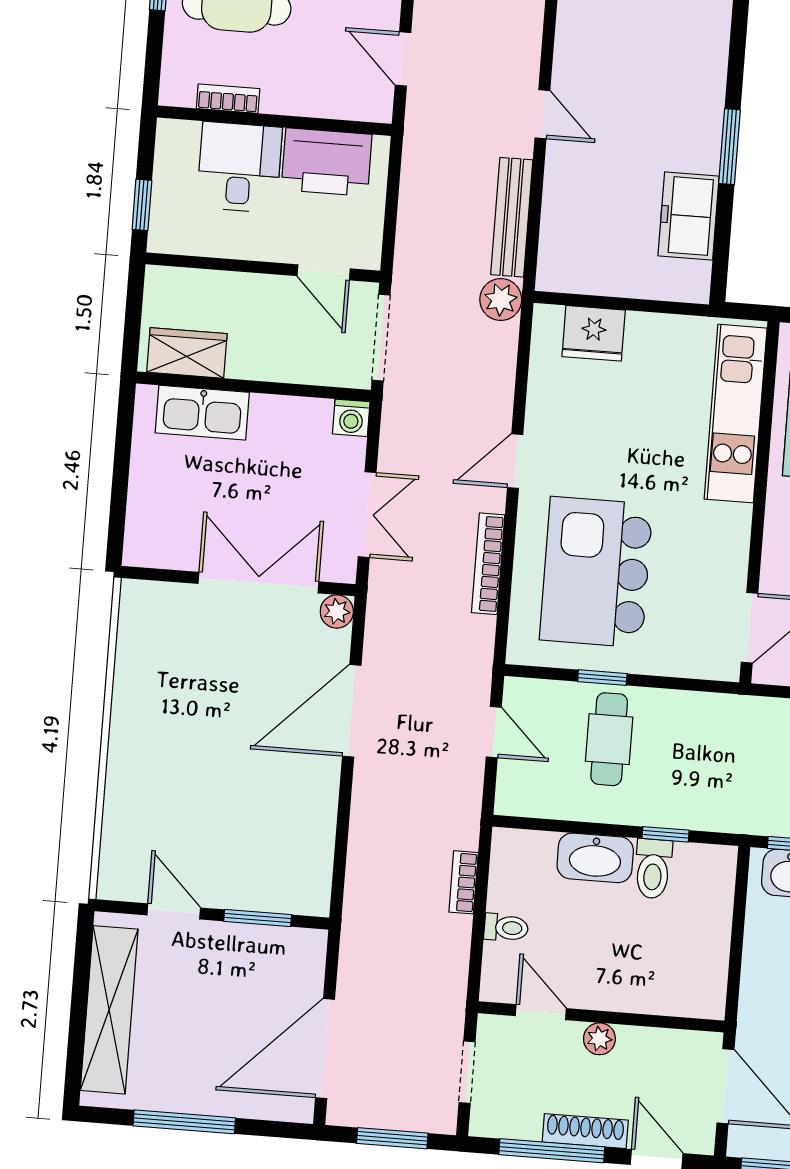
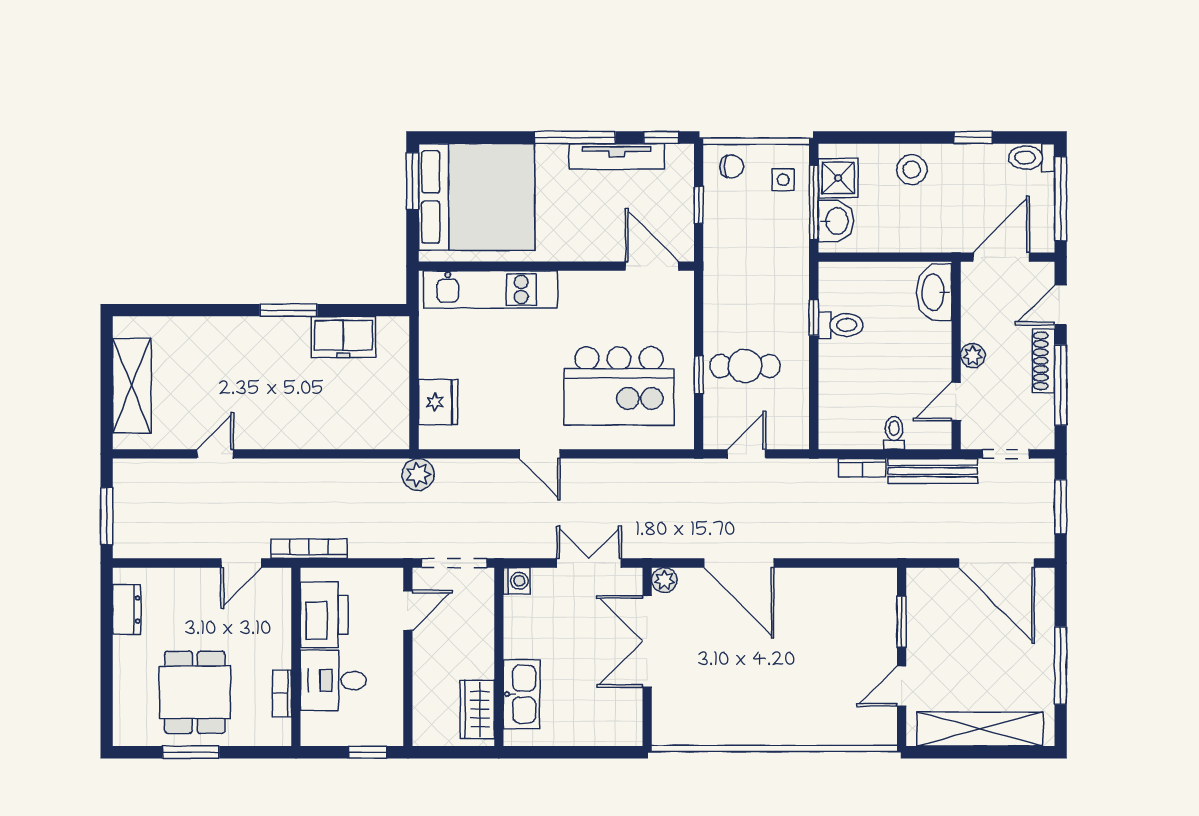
door: (542, 114) -> (215, 454), moved
bench: (512, 217) -> (933, 471), moved
bookcase: (488, 564) -> (309, 549), moved, turned 180
washbasin: (595, 858) -> (934, 292), moved, turned 180

